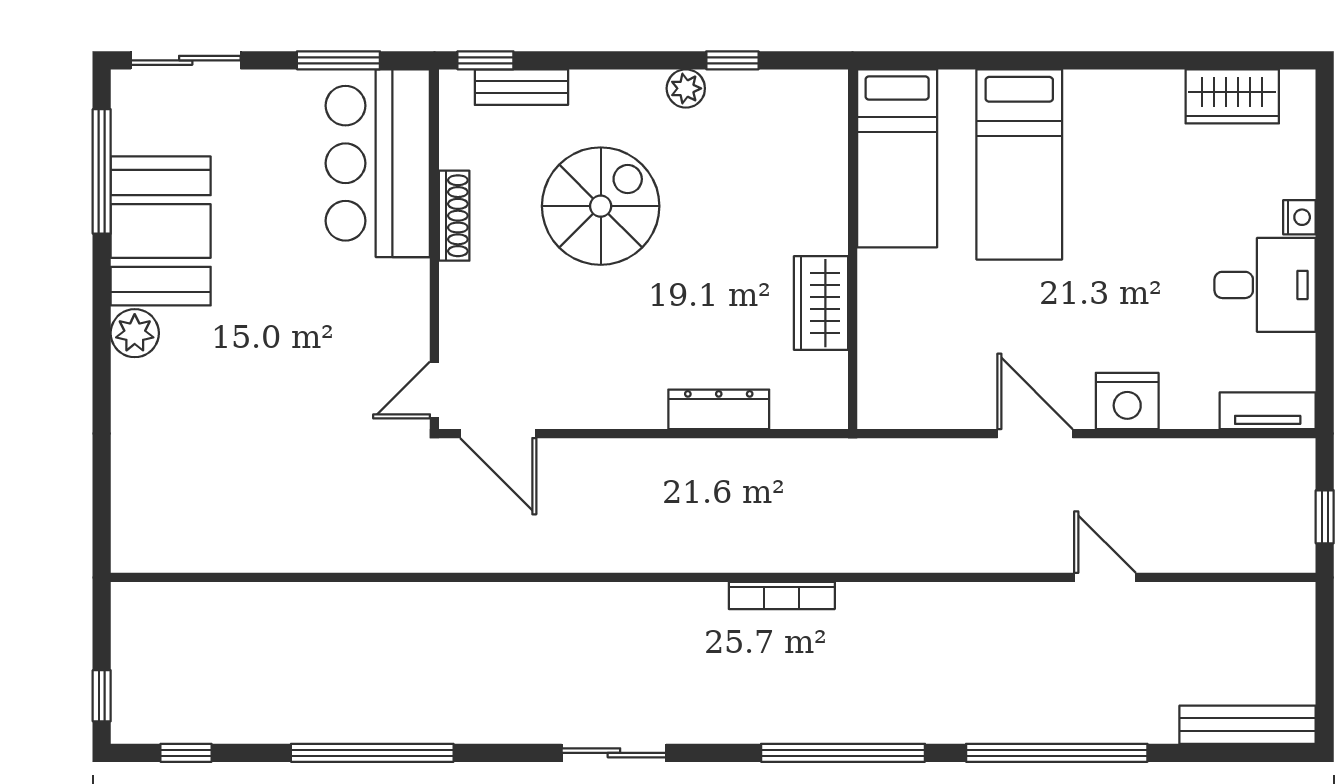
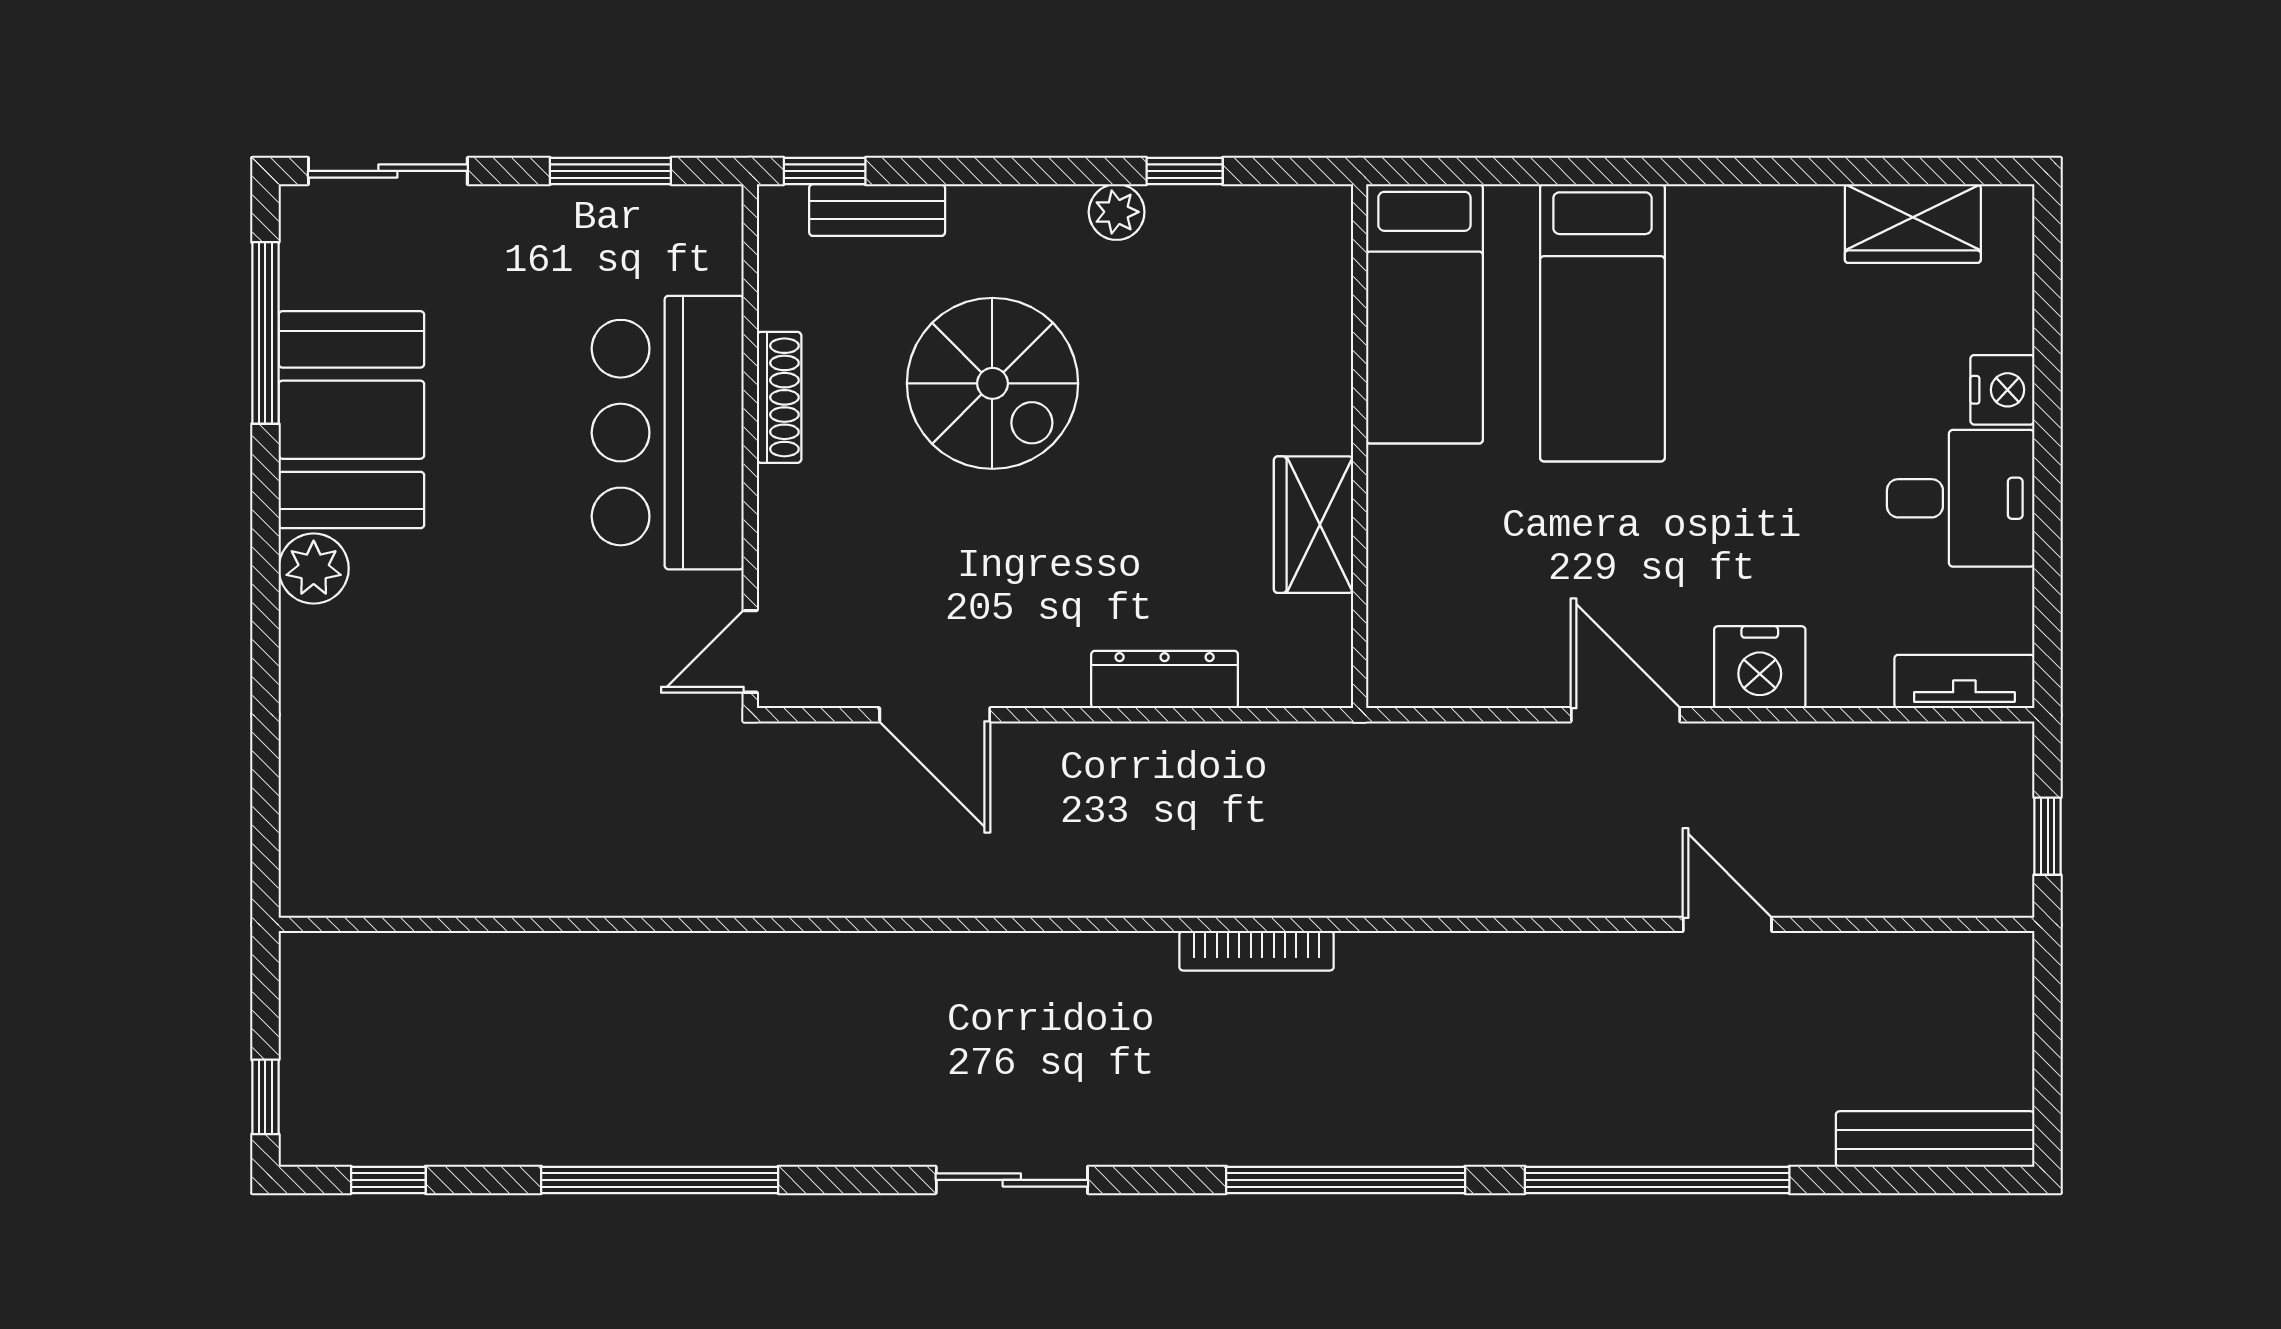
bar counter: (378, 163) -> (668, 433), moved
spiral stairs: (601, 206) -> (992, 383), turned 90
nightstand: (1299, 217) -> (2002, 390), width x1.39, depth x1.35
door: (498, 434) -> (935, 715), moved

